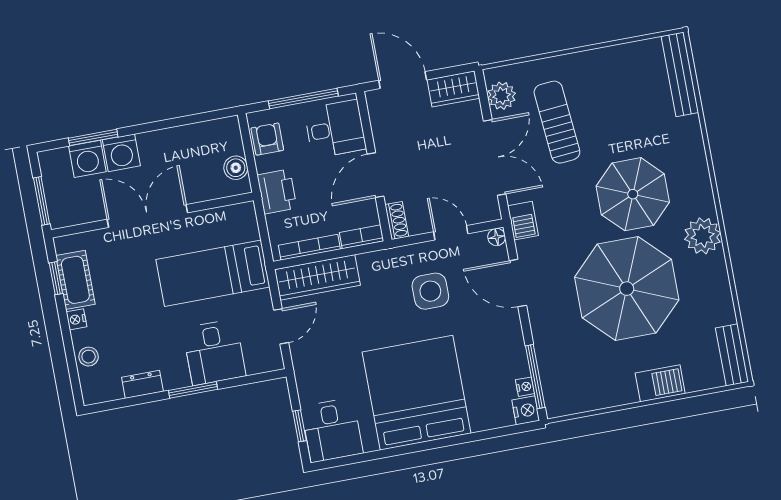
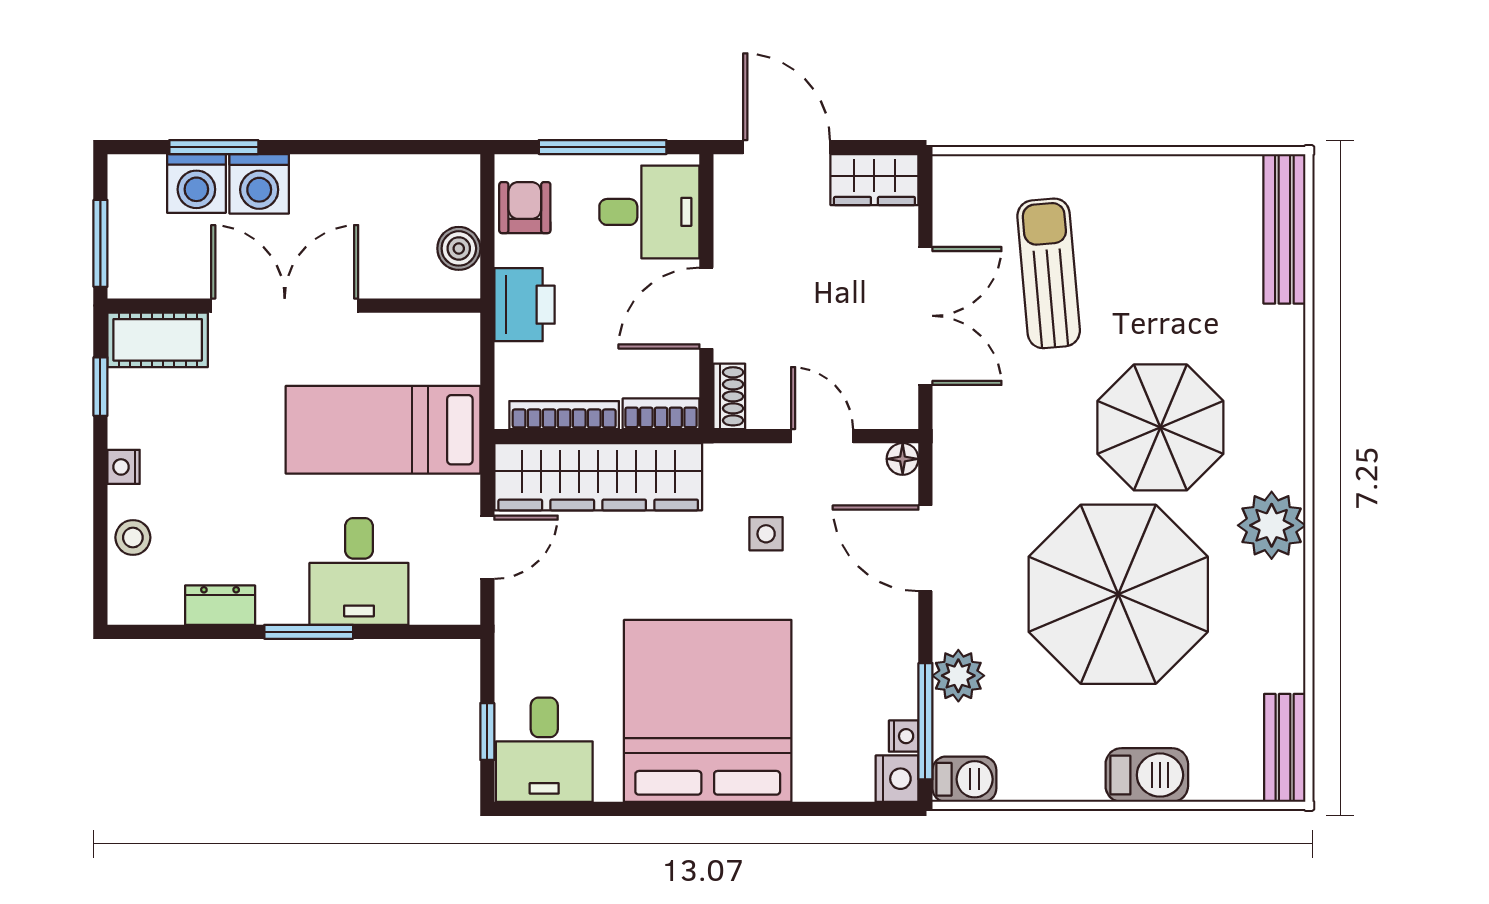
plant: (502, 96) -> (958, 676), moved
barbecue: (523, 221) -> (964, 779), moved, turned -90
wardrobe: (317, 277) -> (598, 477), width x1.40, depth x1.17
cot: (75, 280) -> (158, 340), moved, turned 90
side table: (430, 291) -> (766, 534), width x0.54, depth x0.54

